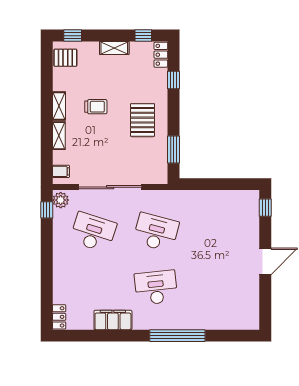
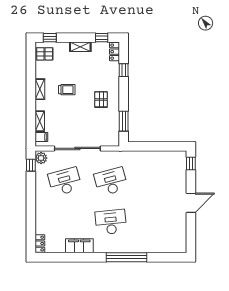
pallet: (143, 120) -> (101, 99), width x0.67, depth x0.71
shelving: (59, 136) -> (40, 121), moved
desk: (93, 232) -> (65, 182), turned -33
desk: (156, 232) -> (111, 182), turned -30

